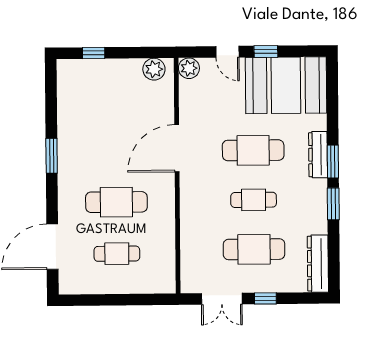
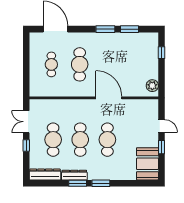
door: (227, 52) -> (161, 126), swing flipped
plant: (189, 68) -> (153, 105), removed
booth: (286, 85) -> (147, 164), width x0.73, depth x0.70
window: (51, 112) -> (129, 29), added
dresser: (318, 155) -> (74, 175), moved
cafe table: (254, 200) -> (80, 140), width x1.37, depth x1.35

